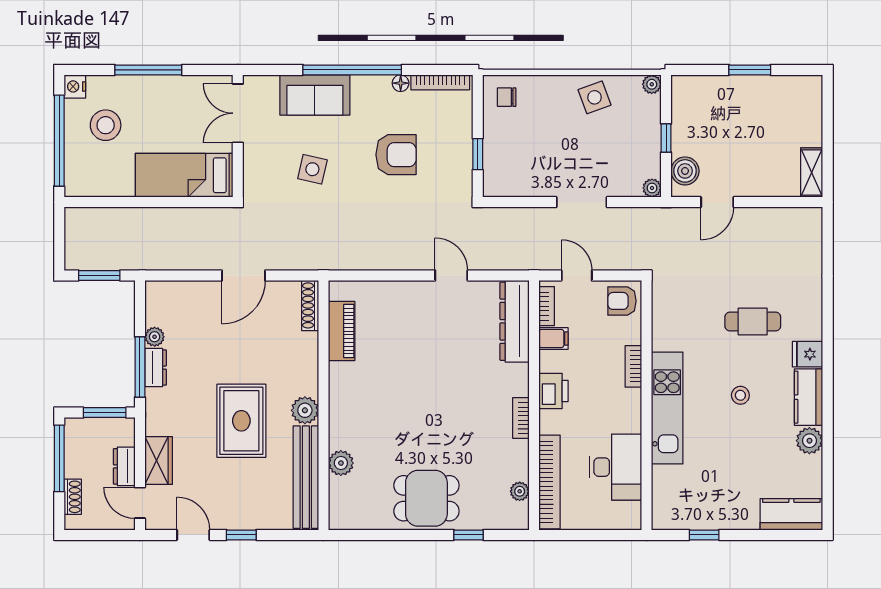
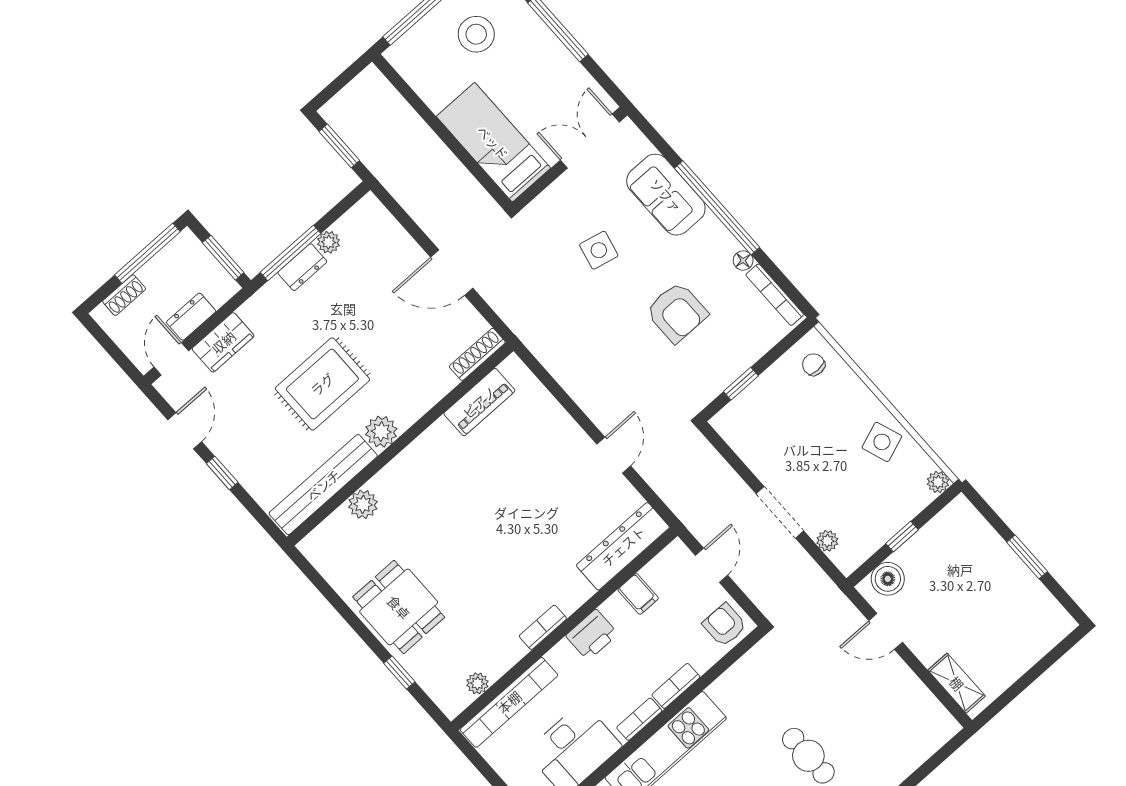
shelving: (812, 173) -> (957, 683), moved, turned 90
plant: (652, 188) -> (827, 541), moved
bookcase: (547, 306) -> (639, 719), moved, turned 180

